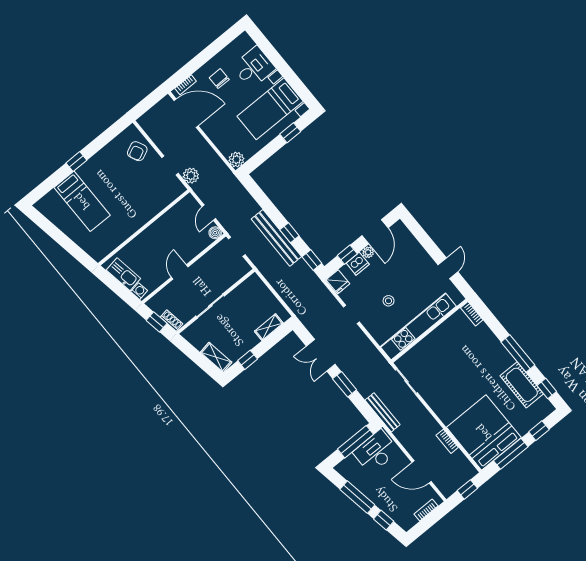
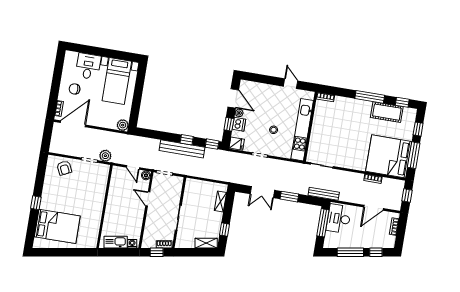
window: (290, 133) -> (139, 85), removed
bed: (82, 201) -> (57, 226), width x1.50
door: (180, 272) -> (148, 199), moved

